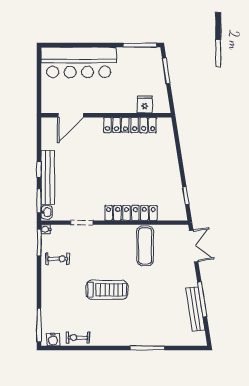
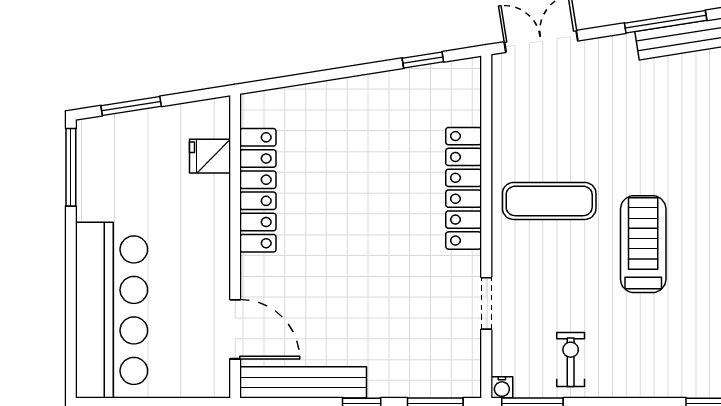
bench: (48, 177) -> (303, 382), moved
washbasin: (47, 212) -> (462, 385), removed
exercise mat: (145, 246) -> (549, 201), moved

